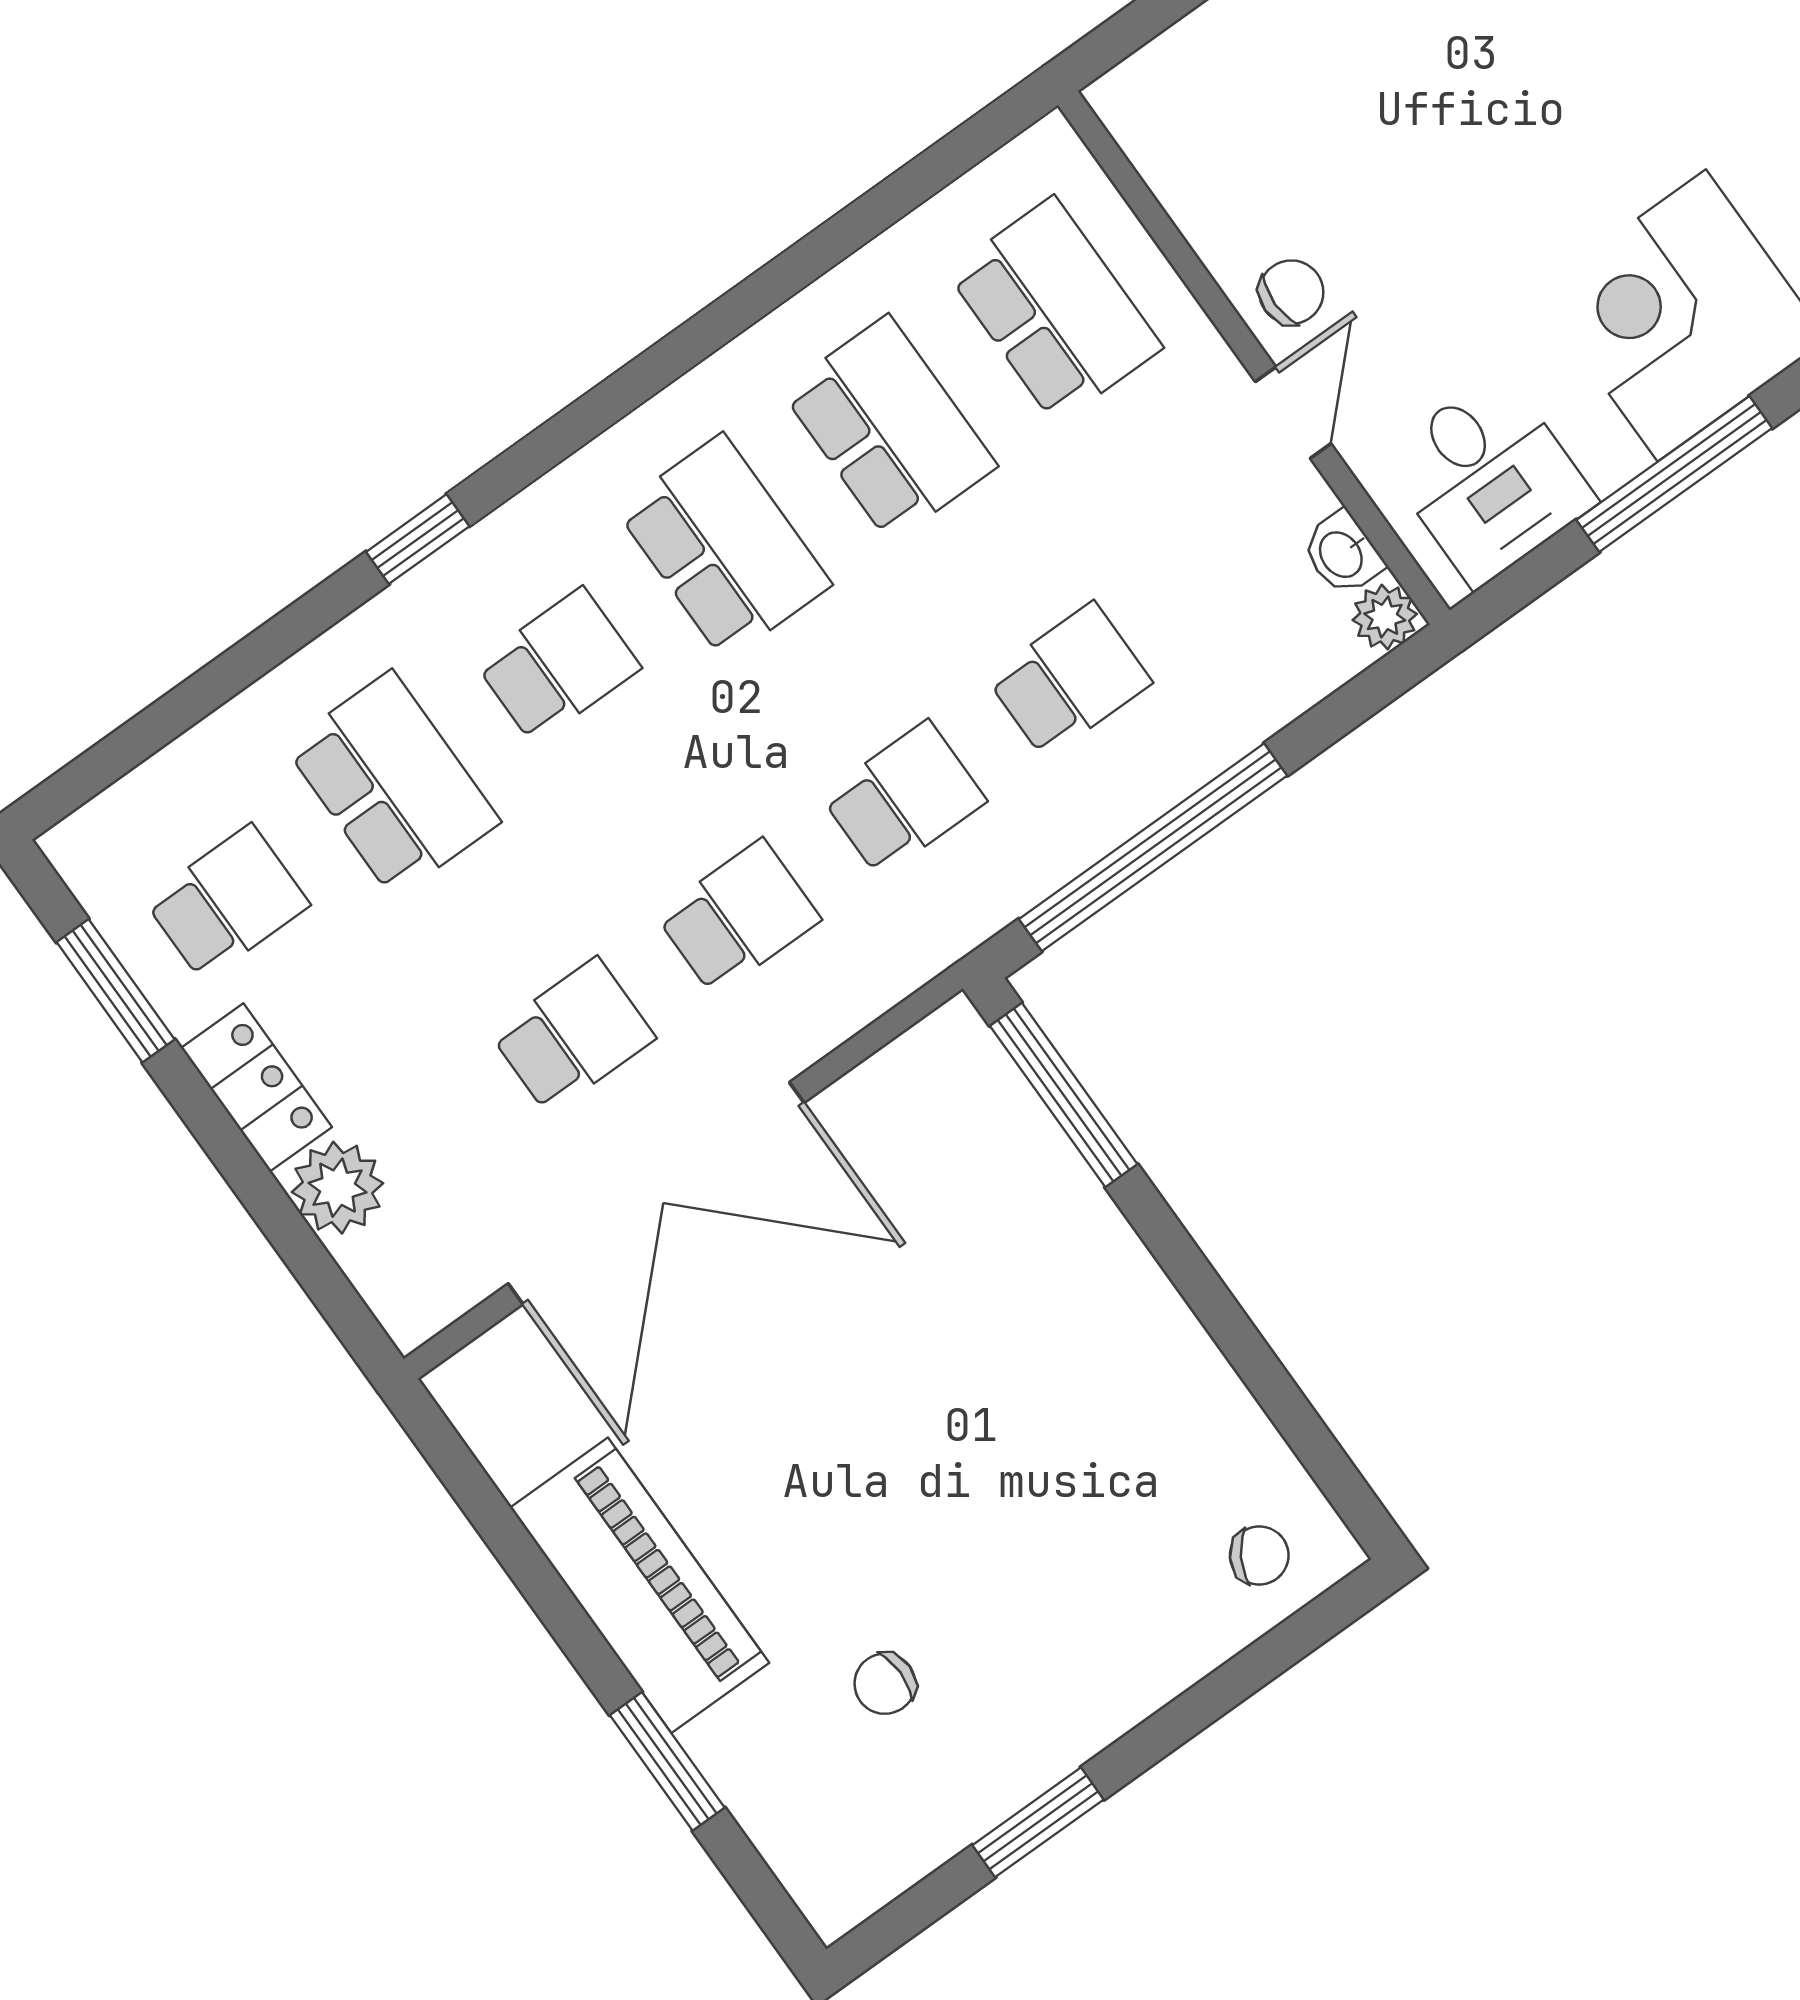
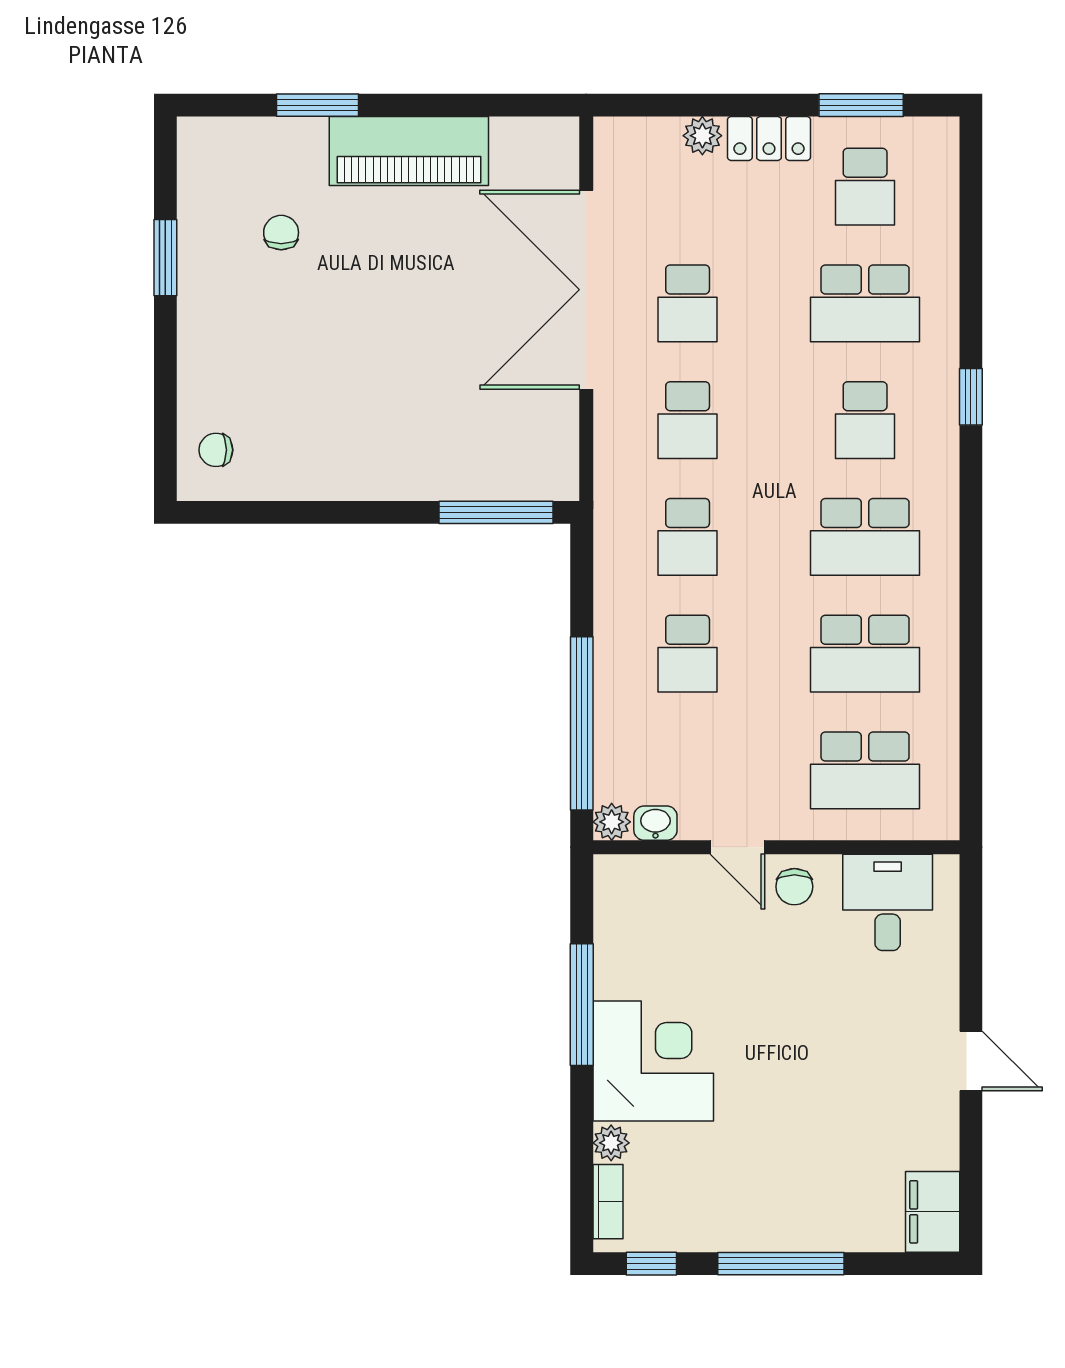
desk: (1488, 479) -> (888, 902), moved, turned 90
window: (1153, 847) -> (582, 723), moved
plant: (338, 1188) -> (702, 136), width x0.73, depth x0.73
chair: (1259, 1555) -> (216, 450), turned 59

